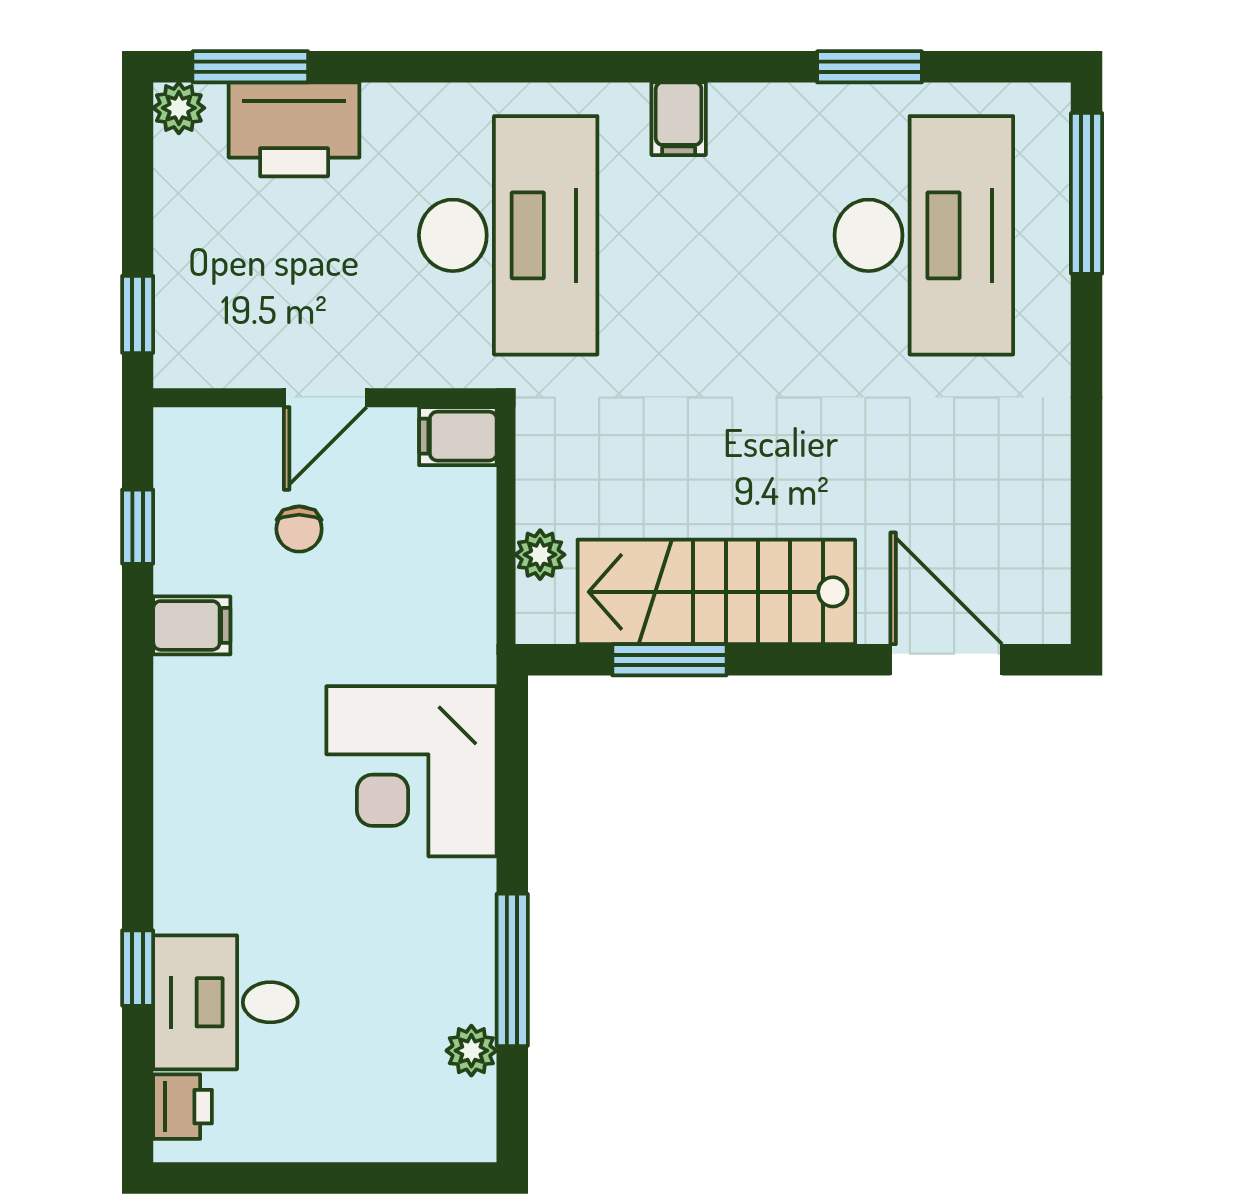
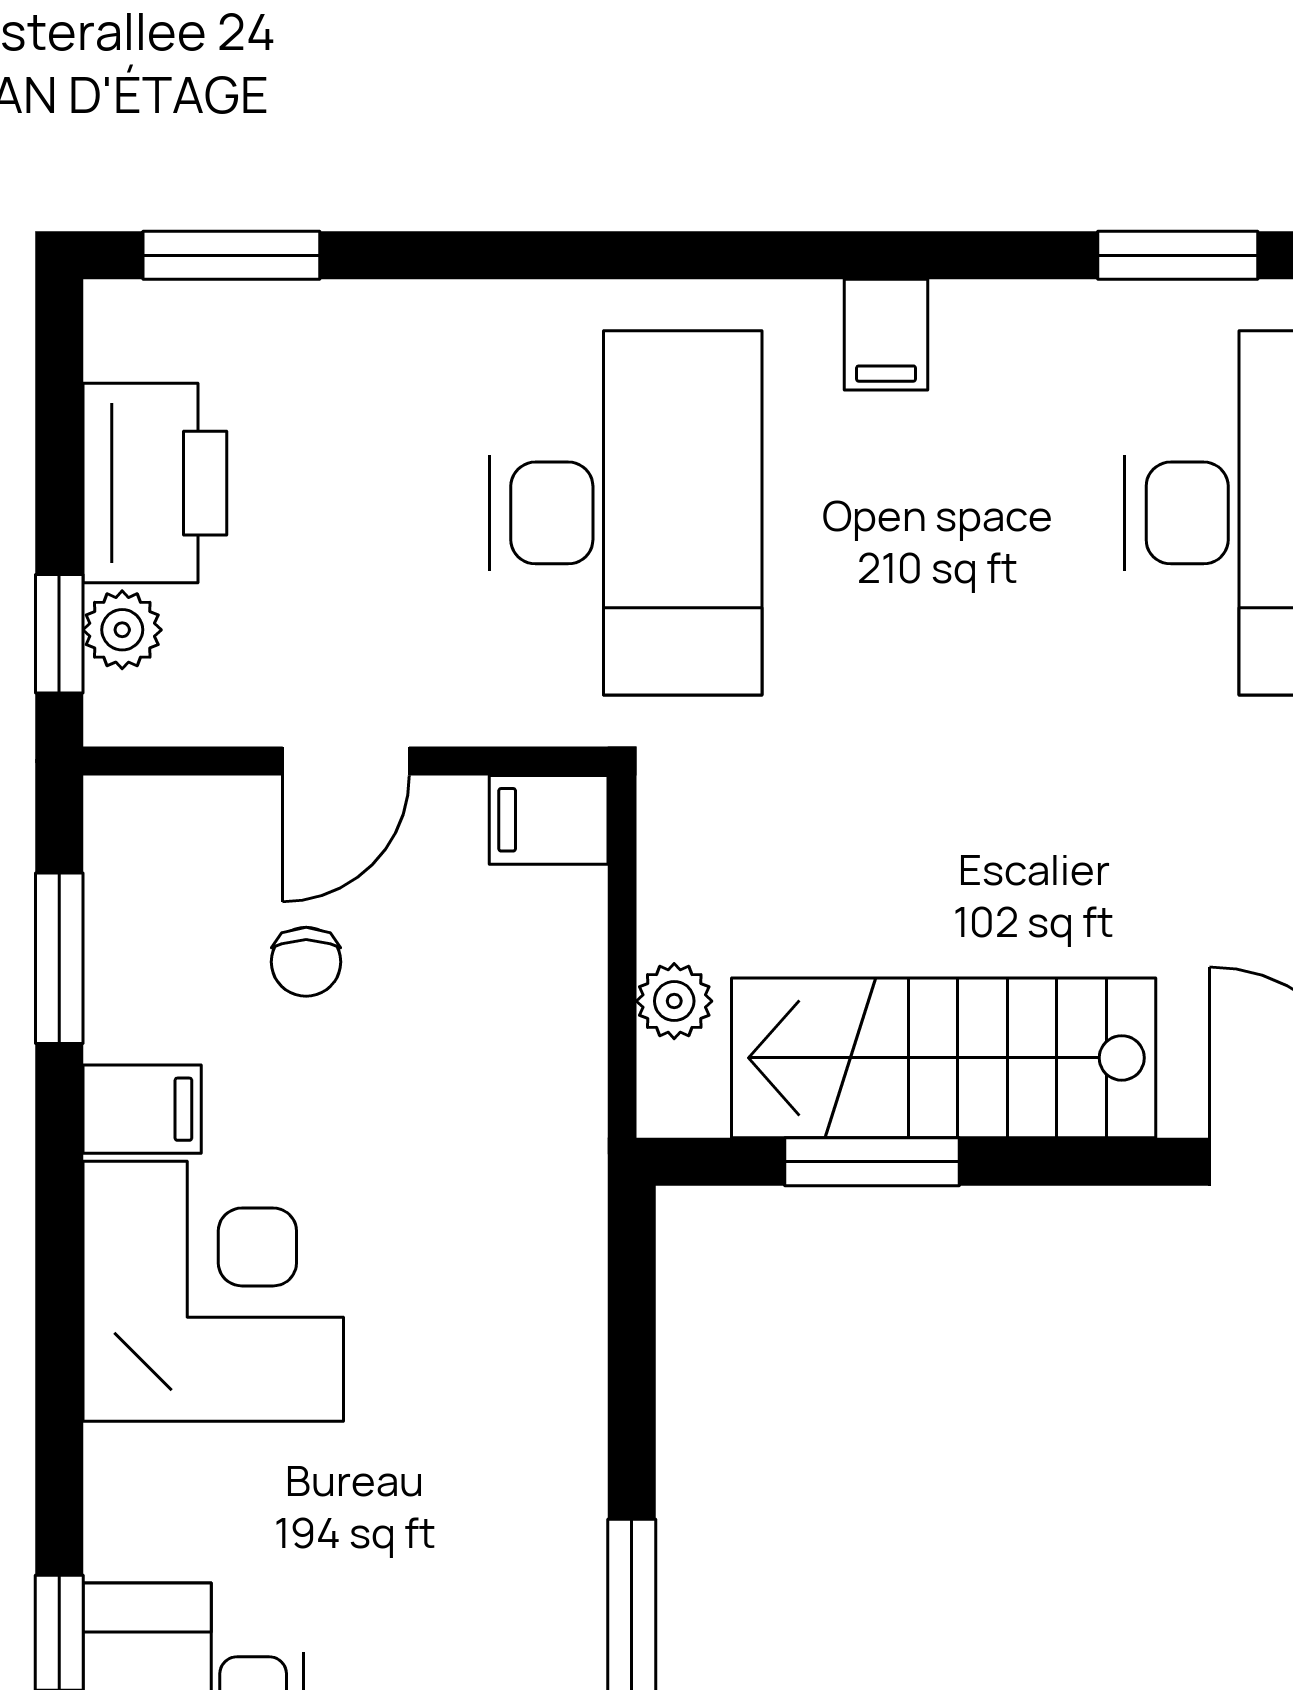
plant: (179, 108) -> (122, 630), moved
printer: (294, 129) -> (155, 483), moved, turned -90
window: (138, 527) -> (59, 958), width x1.50
corner desk: (411, 771) -> (213, 1291), moved, turned 180

